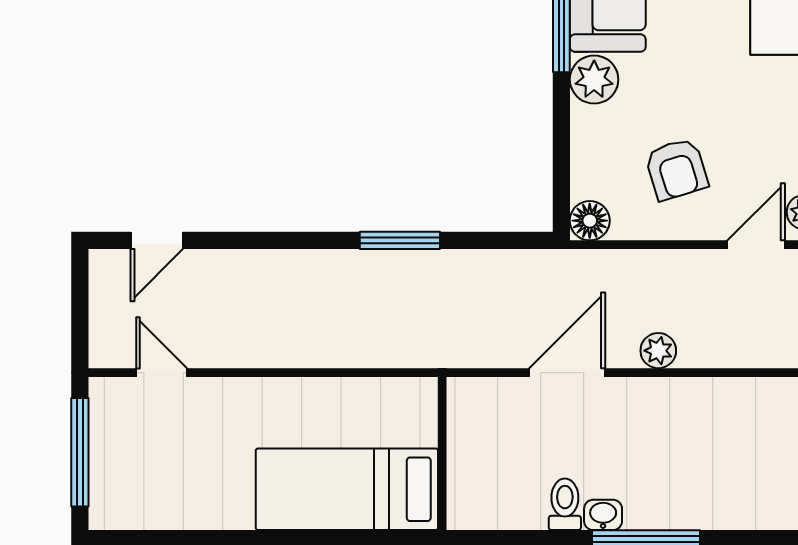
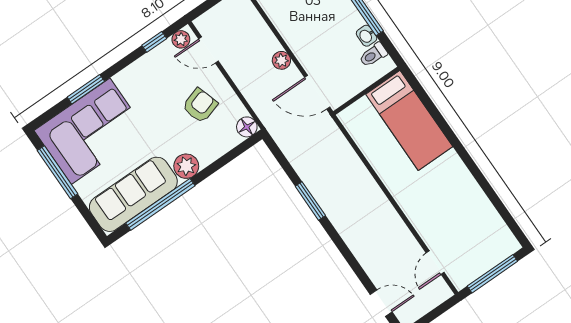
wall: (442, 454) -> (366, 91), moved
bed: (347, 489) -> (409, 120), moved

